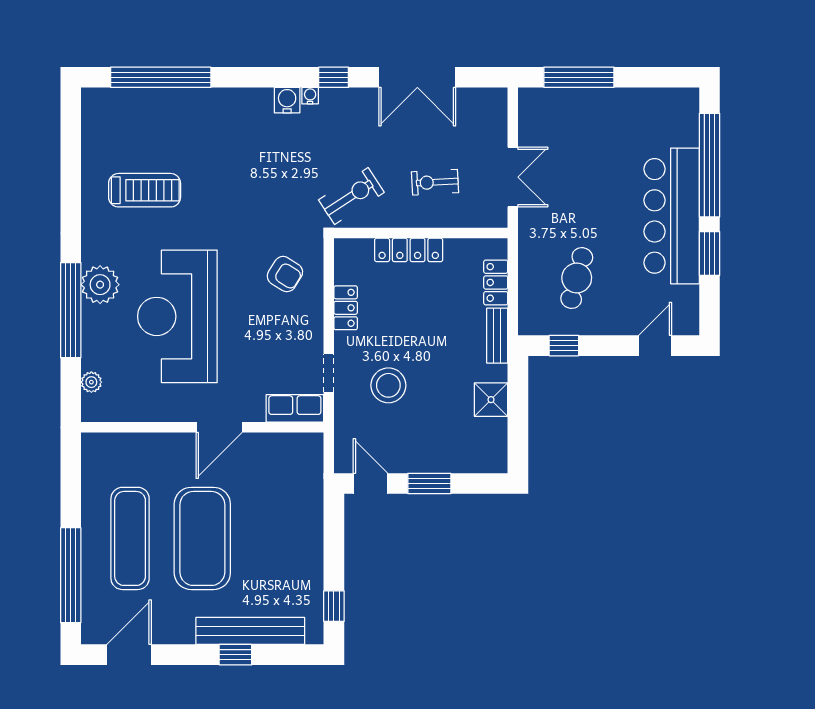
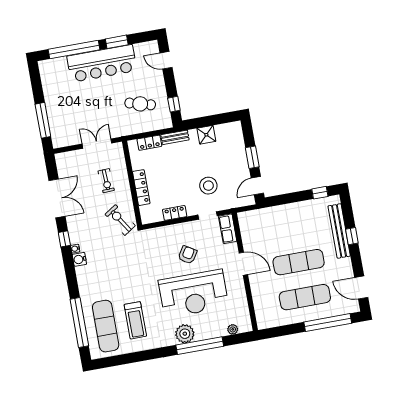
exercise mat: (144, 129) -> (106, 326), added
treadmill: (145, 190) -> (135, 320), turned 180
armchair: (285, 274) -> (188, 255), moved
exercise mat: (202, 538) -> (299, 262), width x0.68

